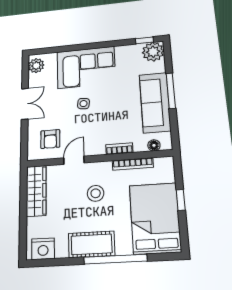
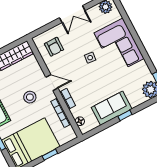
window: (171, 91) -> (125, 115), width x0.46
sofa: (155, 102) -> (112, 108), width x0.73
armchair: (50, 139) -> (54, 47), turned -90
door: (74, 160) -> (52, 83), moved

